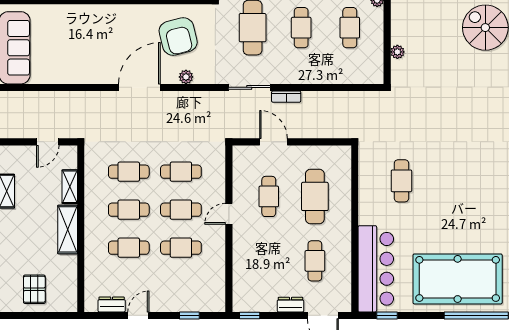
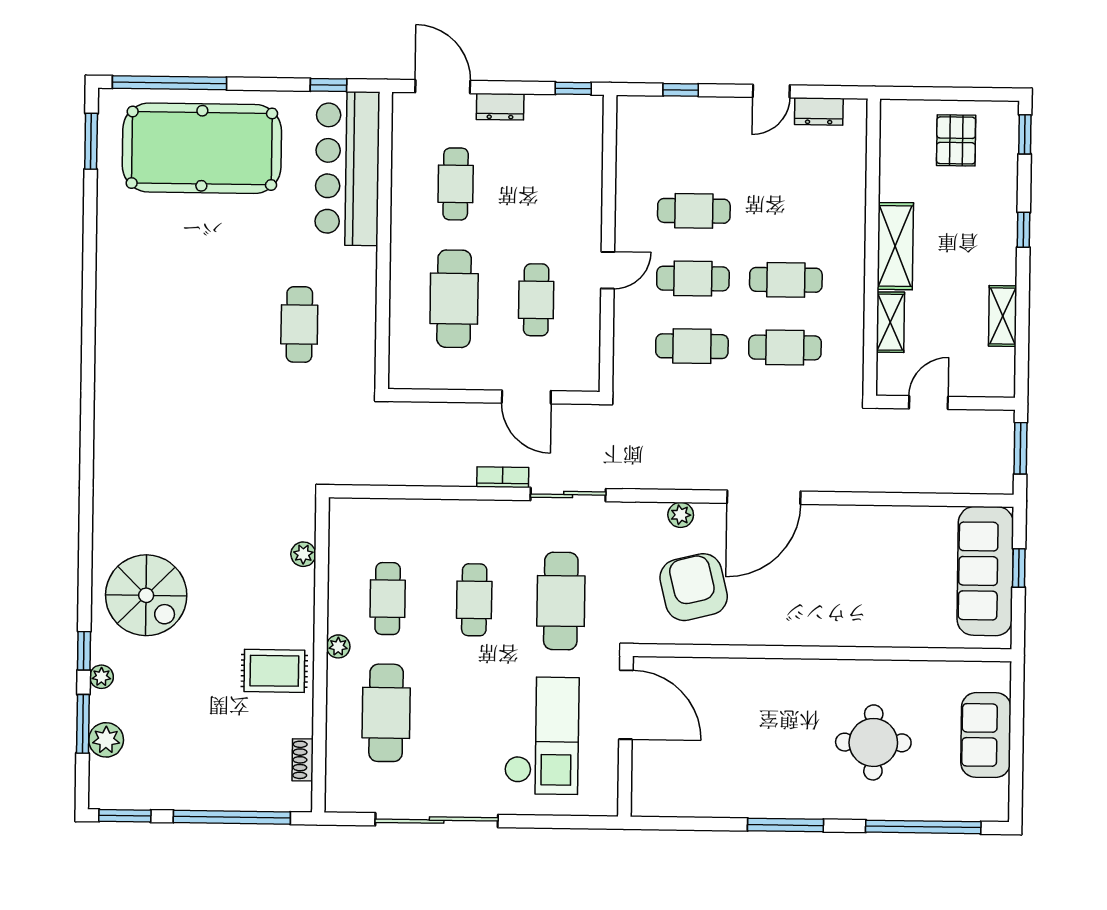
cafe table: (129, 248) -> (787, 212), removed

